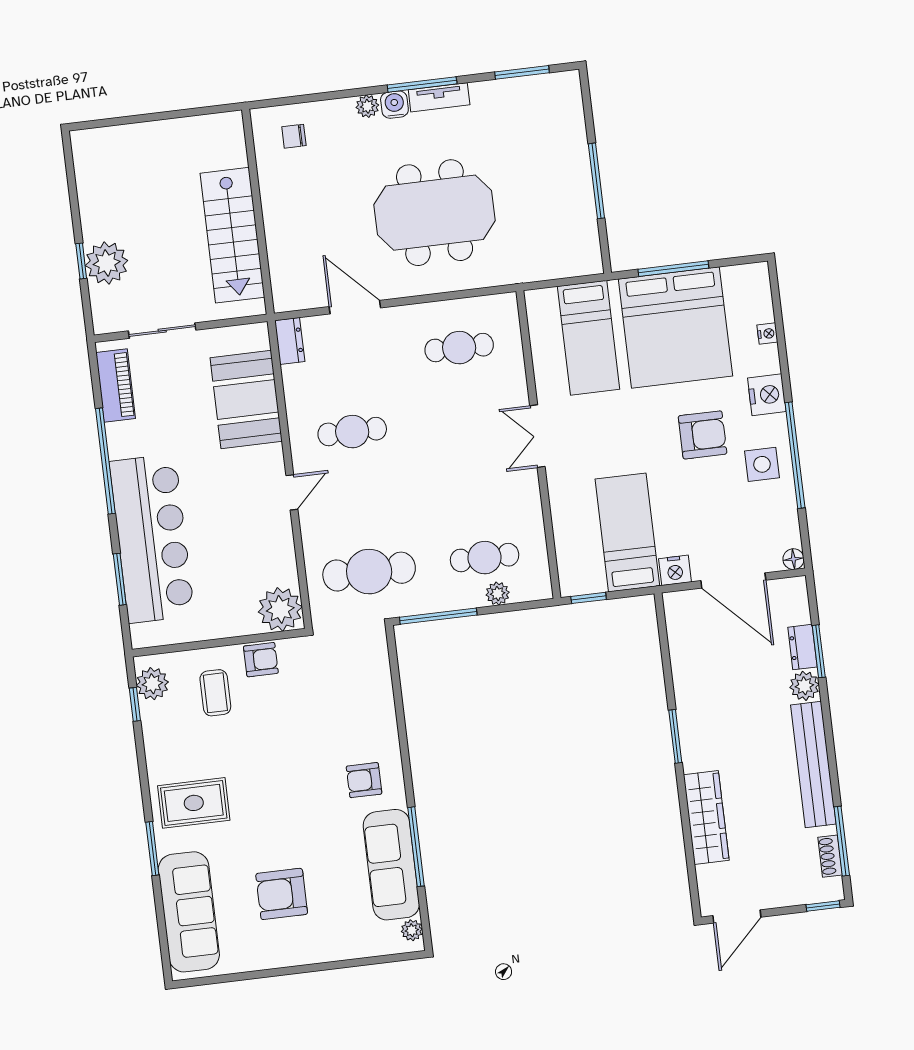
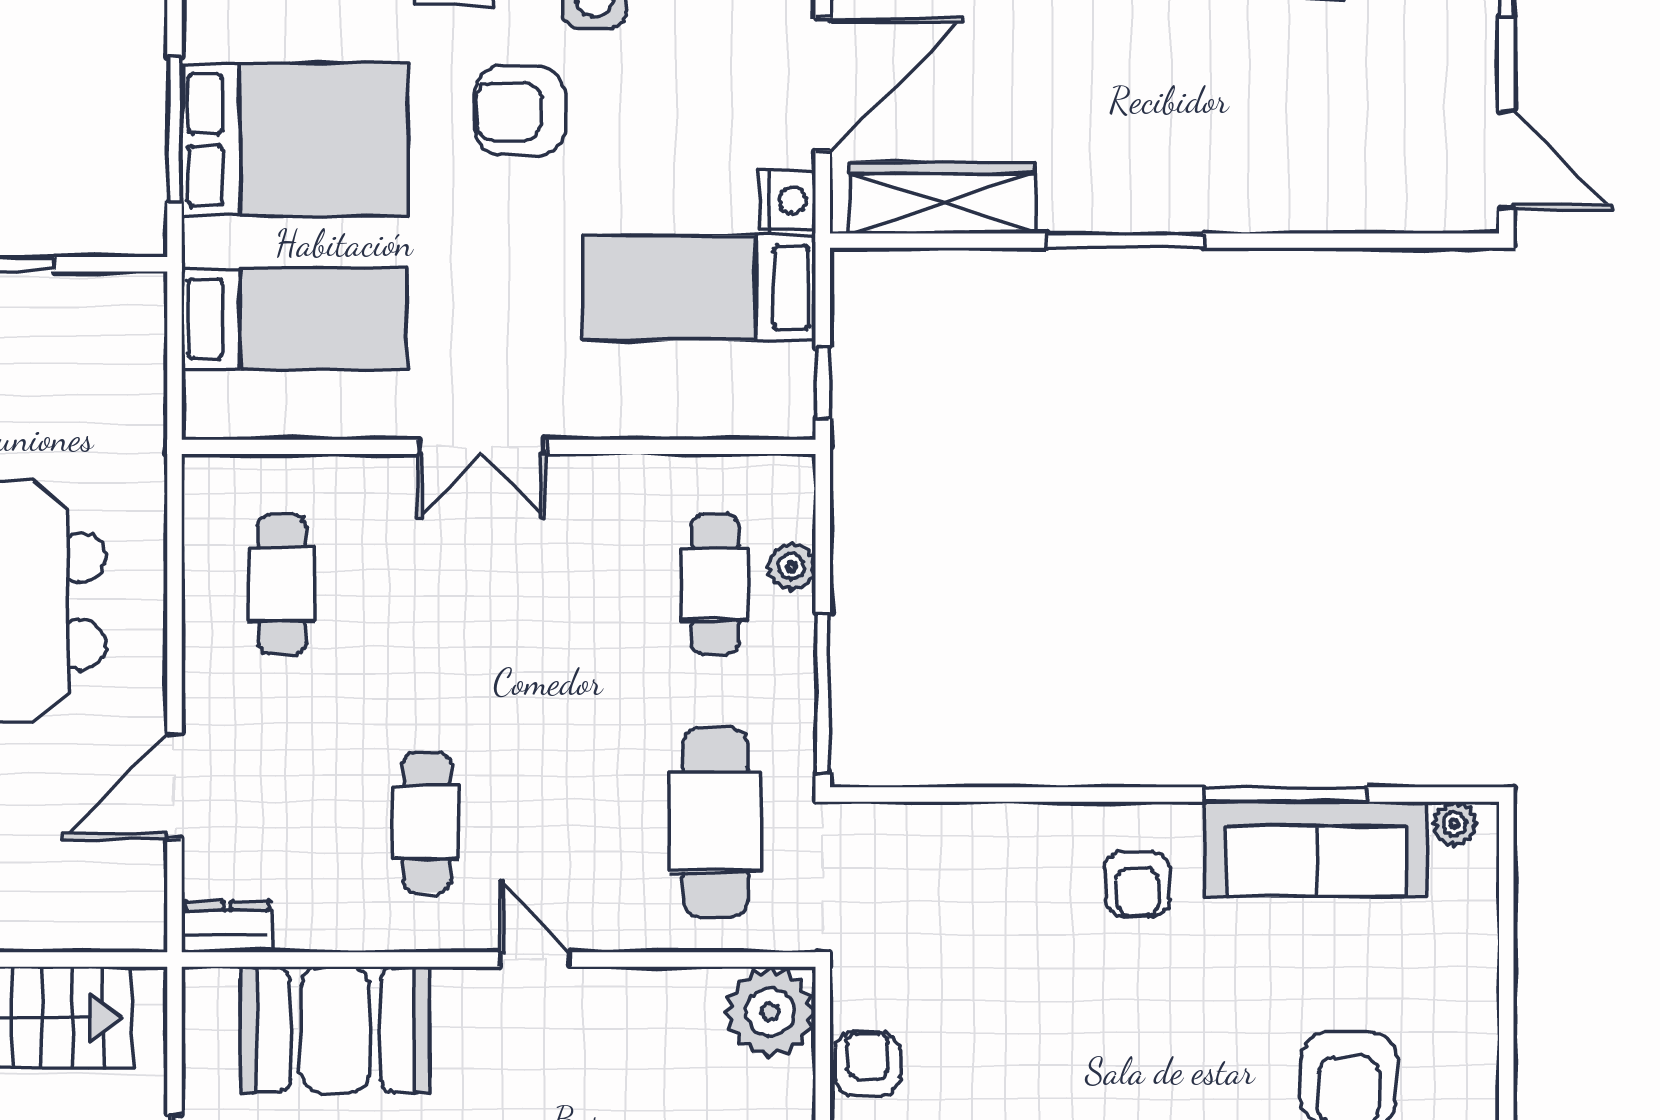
bed: (675, 327) -> (295, 140), width x0.73
armchair: (703, 435) -> (519, 111), turned -90
window: (675, 736) -> (1125, 241), width x1.44
wardrobe: (706, 817) -> (942, 198), moved

